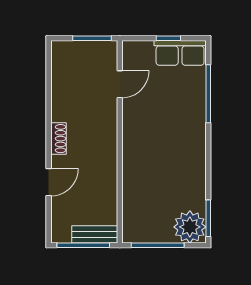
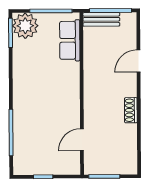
row of seats: (180, 53) -> (70, 40), moved, turned -90
shoe rack: (59, 139) -> (131, 110), moved

